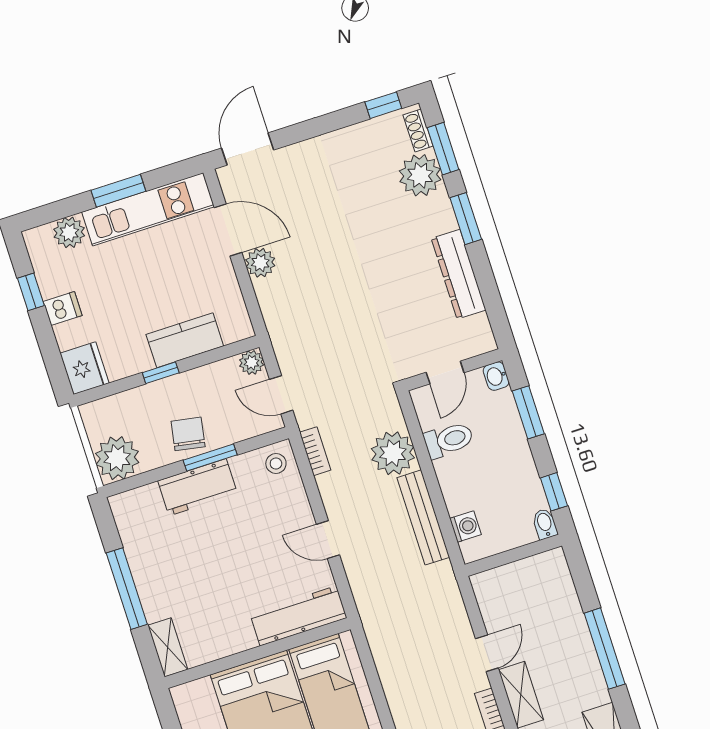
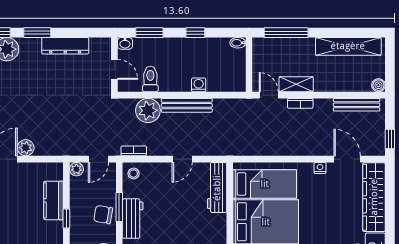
bidet: (545, 524) -> (238, 43), moved
wall: (513, 555) -> (249, 65), moved

